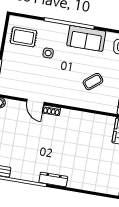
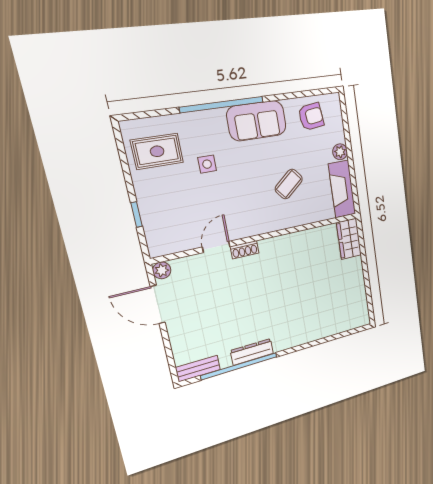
door: (35, 102) -> (216, 247), swing flipped
dresser: (53, 179) -> (252, 352), moved

